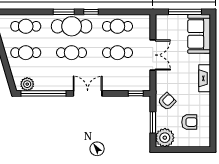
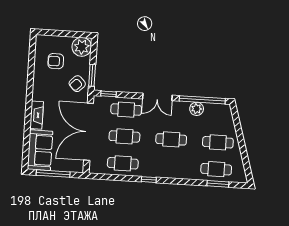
window: (64, 12) -> (218, 184), moved
cafe table: (72, 26) -> (126, 110), moved, width x0.73, depth x0.74
double door: (153, 55) -> (89, 132), width x1.87
fireplace: (205, 78) -> (37, 115), moved
plant: (27, 84) -> (197, 109), moved
window: (153, 122) -> (92, 75), moved

